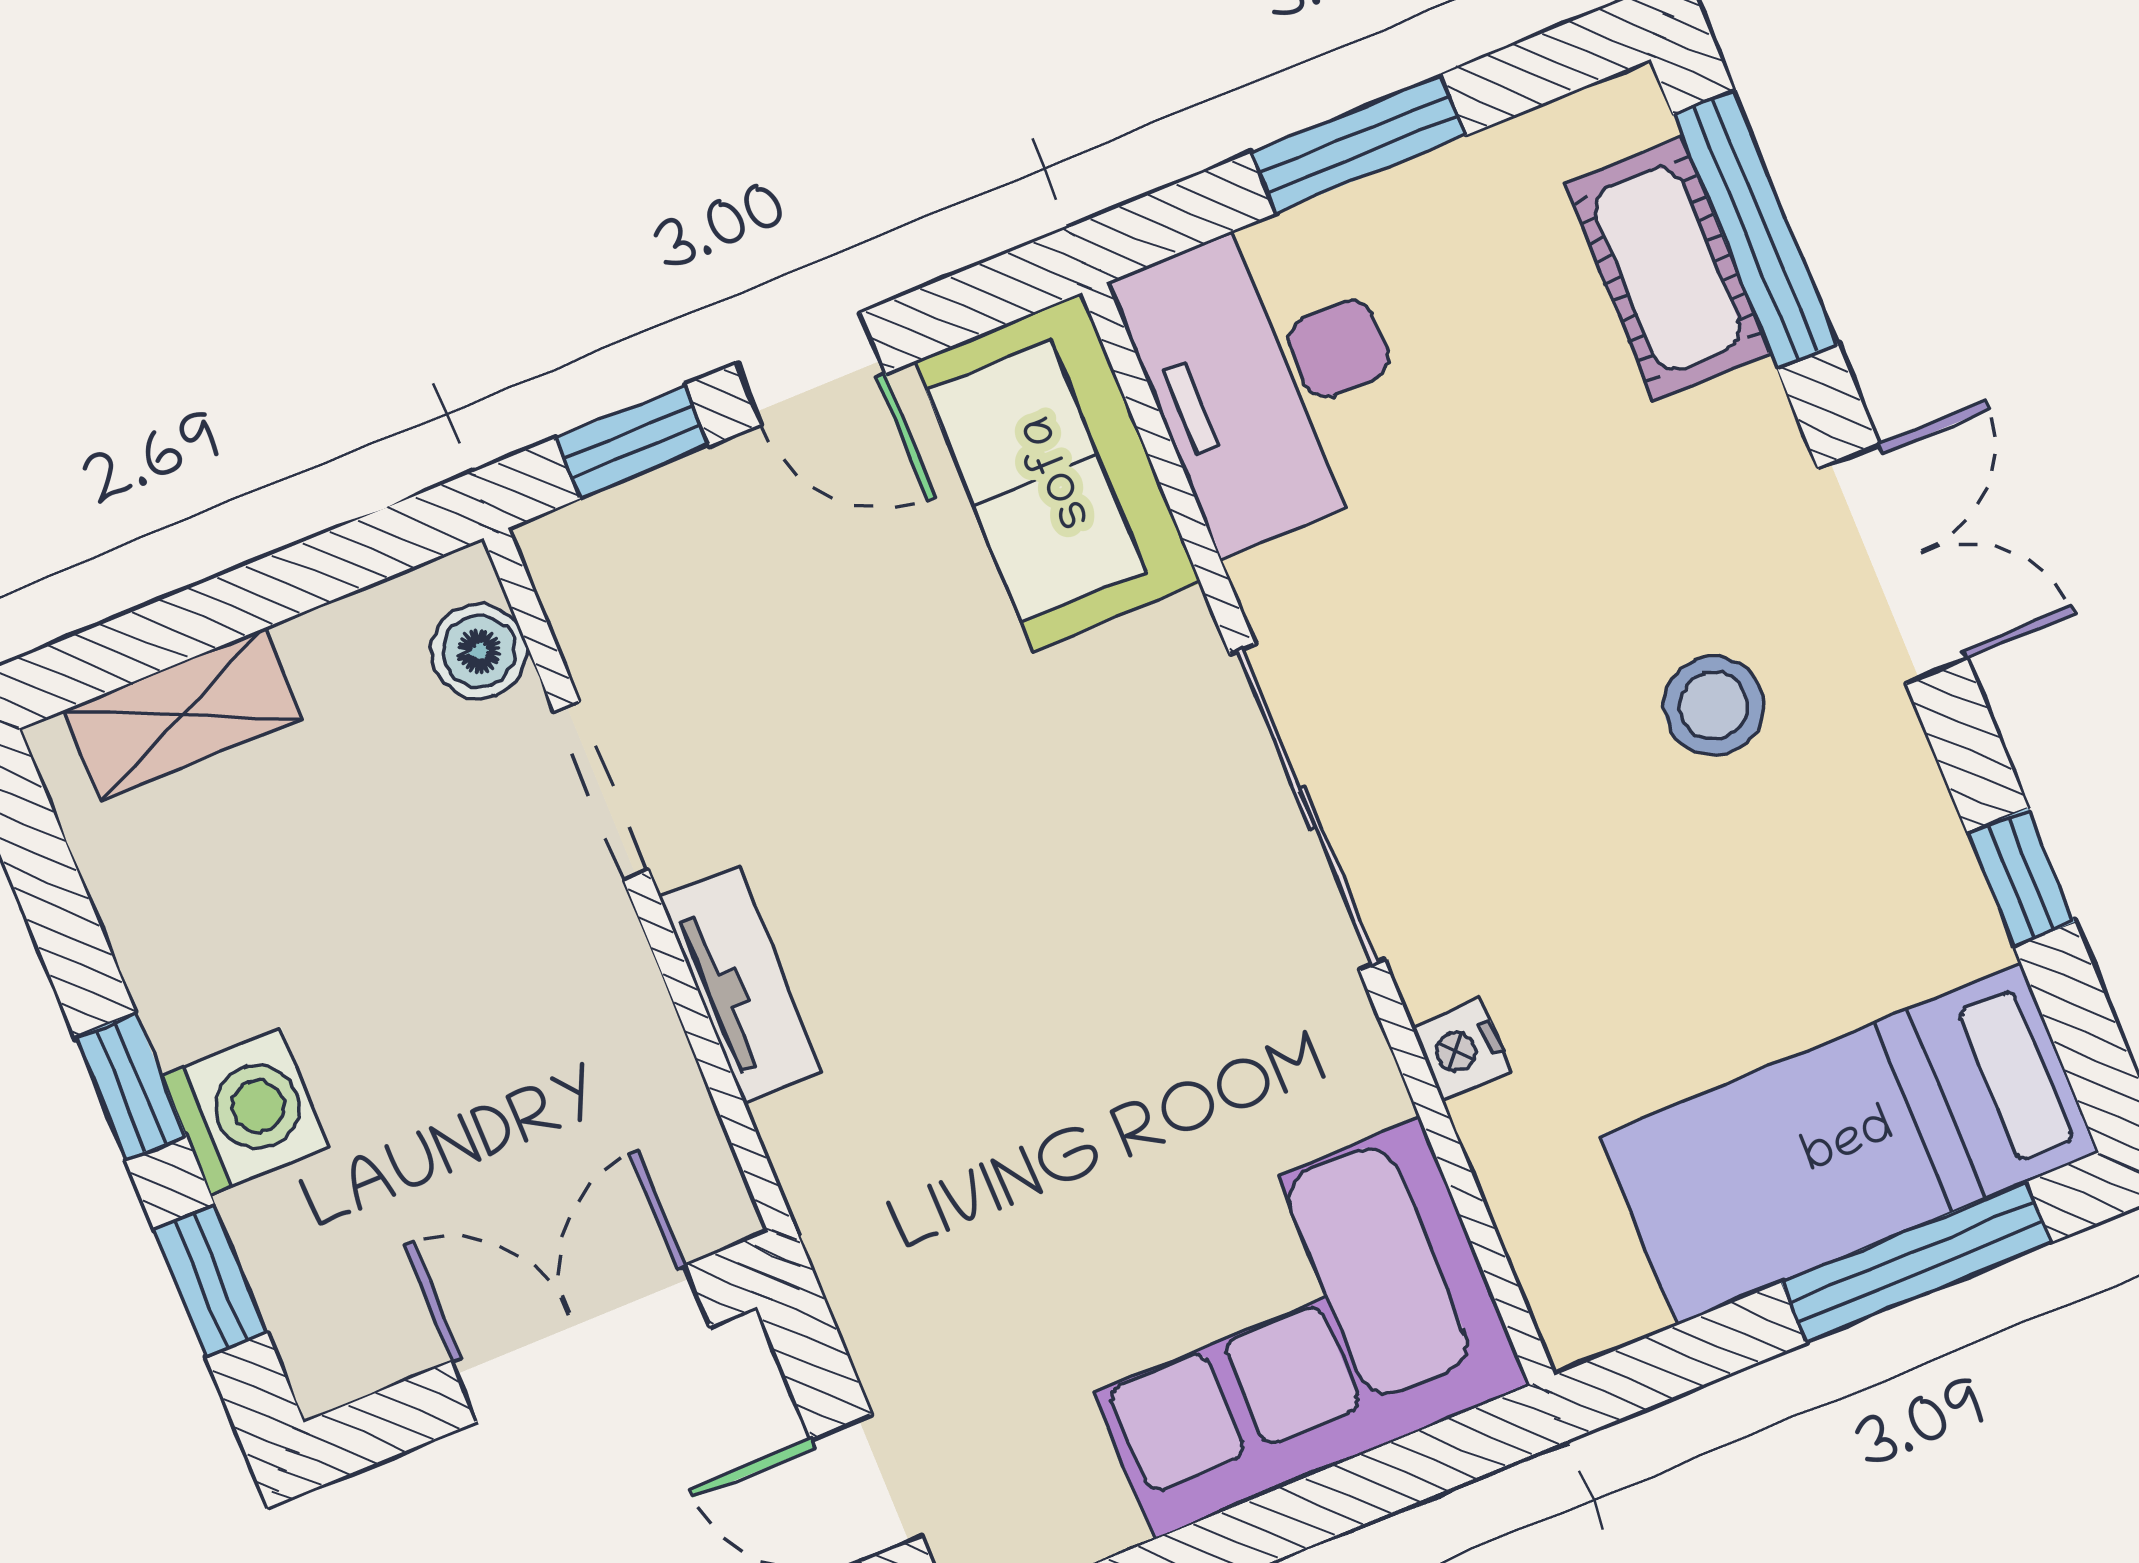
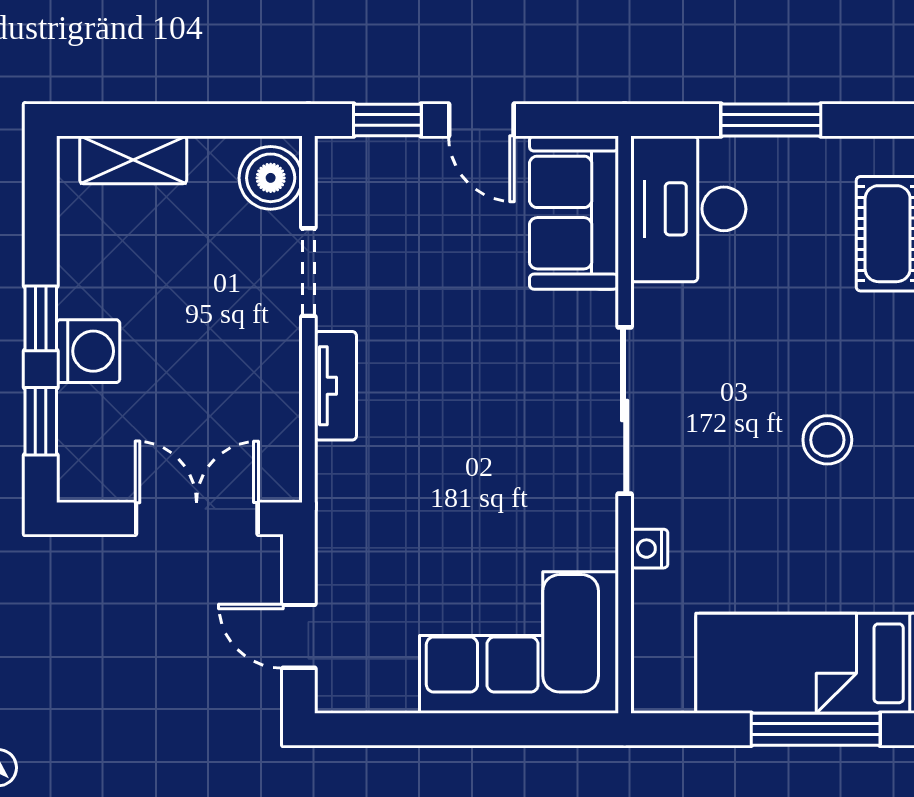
boiler: (479, 651) -> (271, 178), width x1.36, depth x1.36

